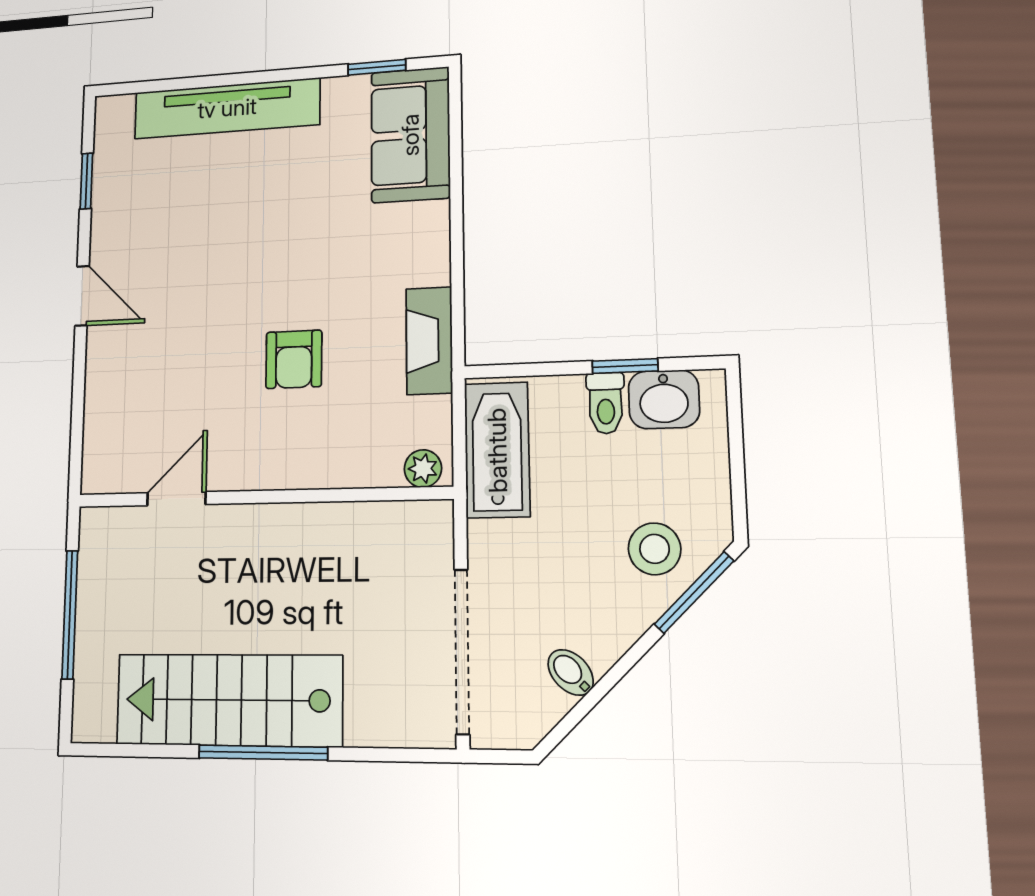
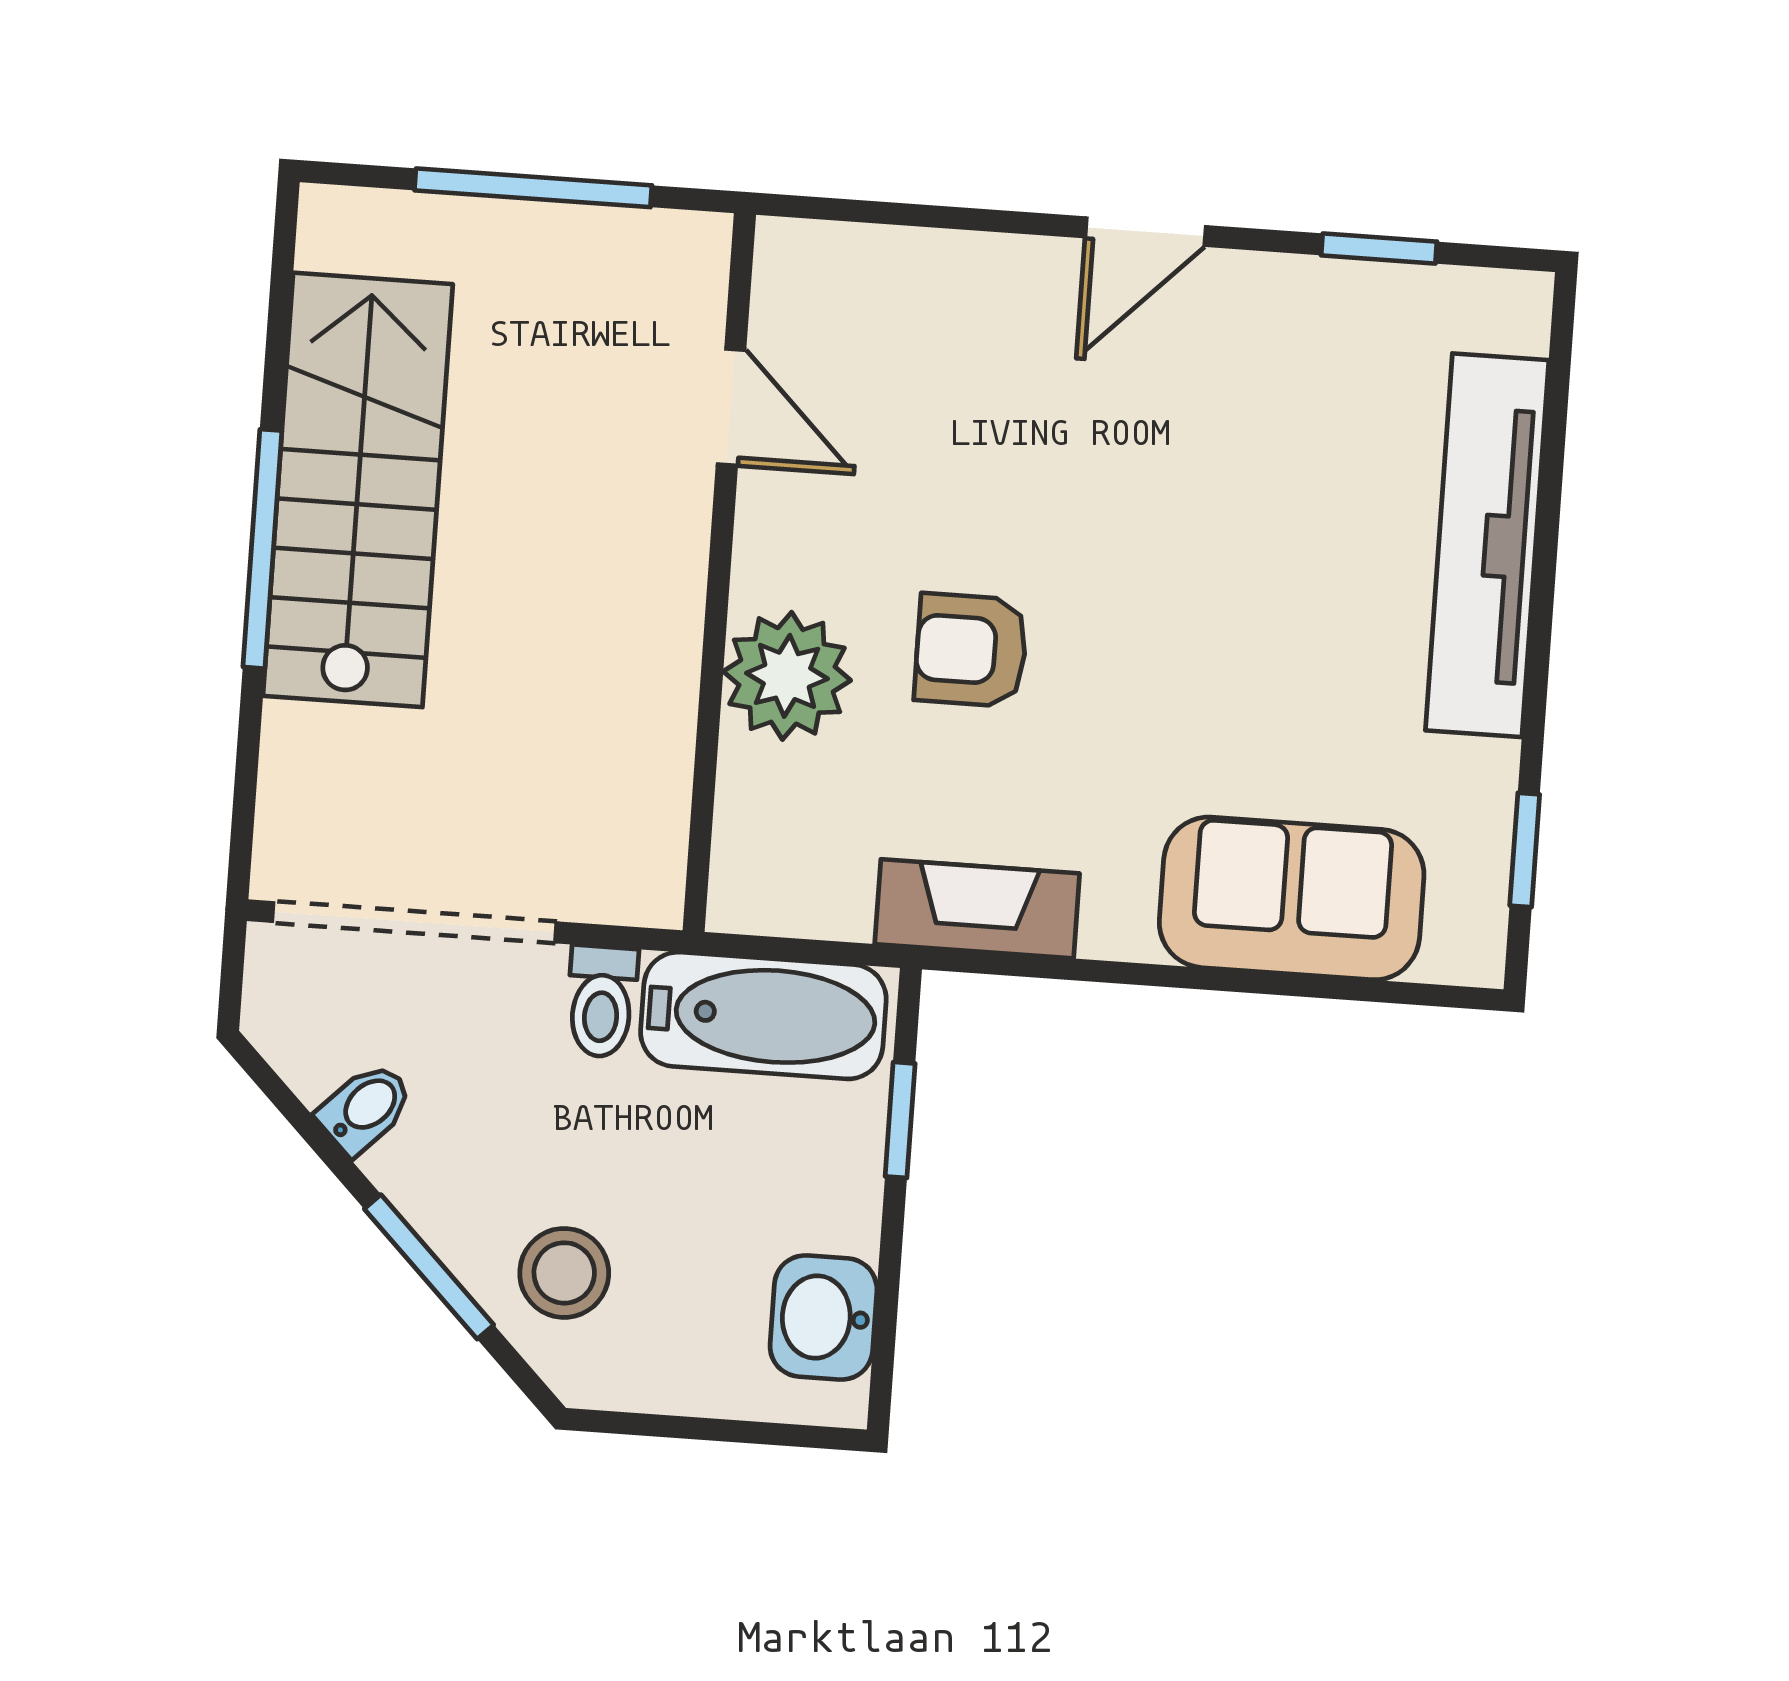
sofa: (410, 135) -> (1292, 898), moved
window: (625, 366) -> (900, 1120), moved
toilet: (606, 403) -> (602, 1001), moved, turned -90
plant: (423, 469) -> (787, 676), moved, width x1.88, depth x1.88
window: (694, 593) -> (429, 1267), moved

